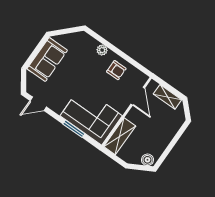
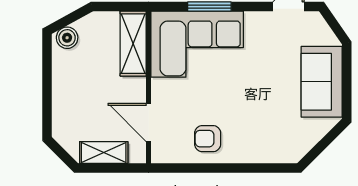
plant: (102, 50) -> (250, 154), removed

